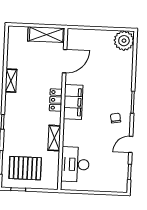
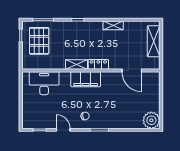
shelving: (46, 35) -> (154, 41), moved
filing cabinet: (73, 102) -> (86, 79), moved
shelving: (54, 138) -> (76, 65), moved

